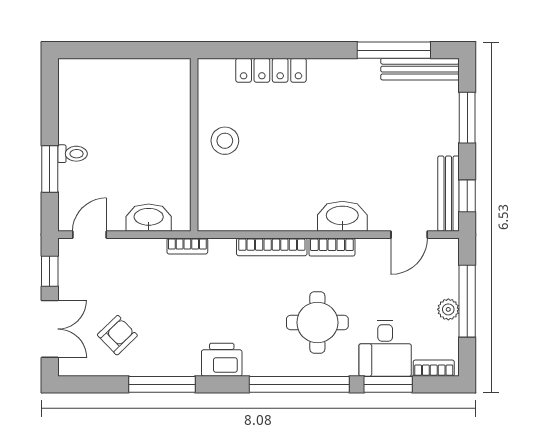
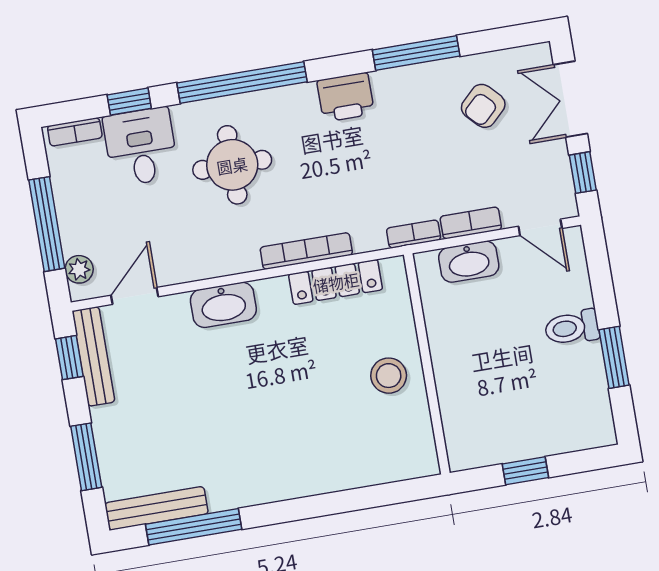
window: (132, 50) -> (525, 471), added
locker: (271, 70) -> (336, 282), moved, turned 180
toilet: (72, 154) -> (572, 328), width x1.37, depth x1.39
window: (50, 169) -> (614, 357), moved
door: (89, 235) -> (540, 227), hinge flipped
bookcase: (332, 247) -> (471, 223), moved
plant: (448, 309) -> (79, 269), moved
window: (388, 384) -> (129, 102), width x0.67

